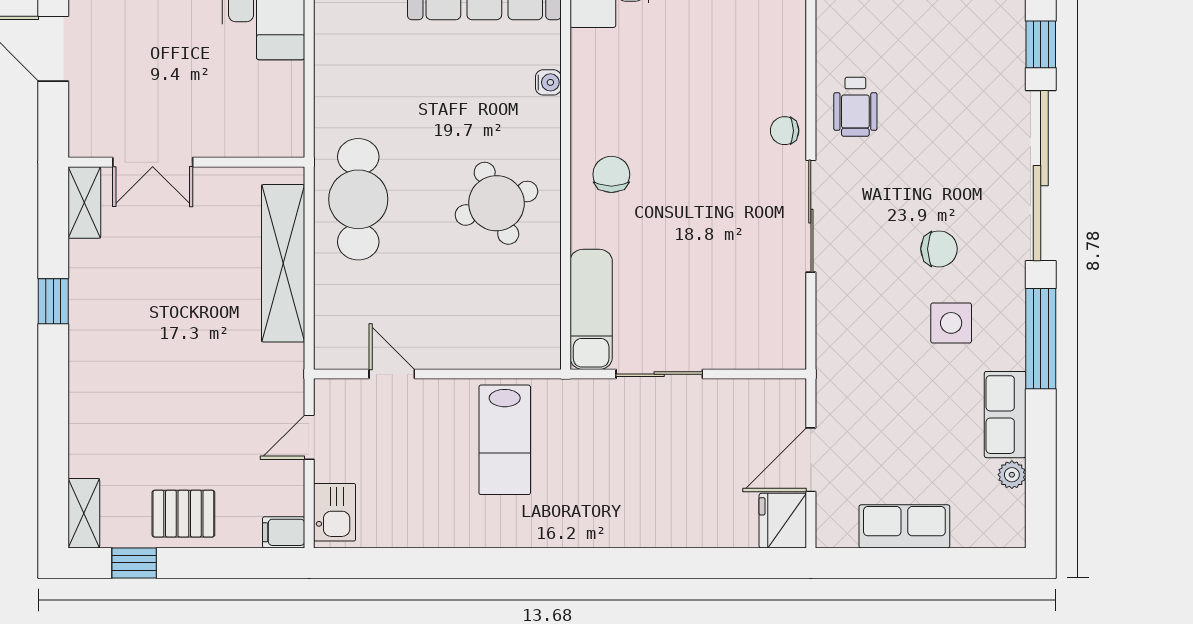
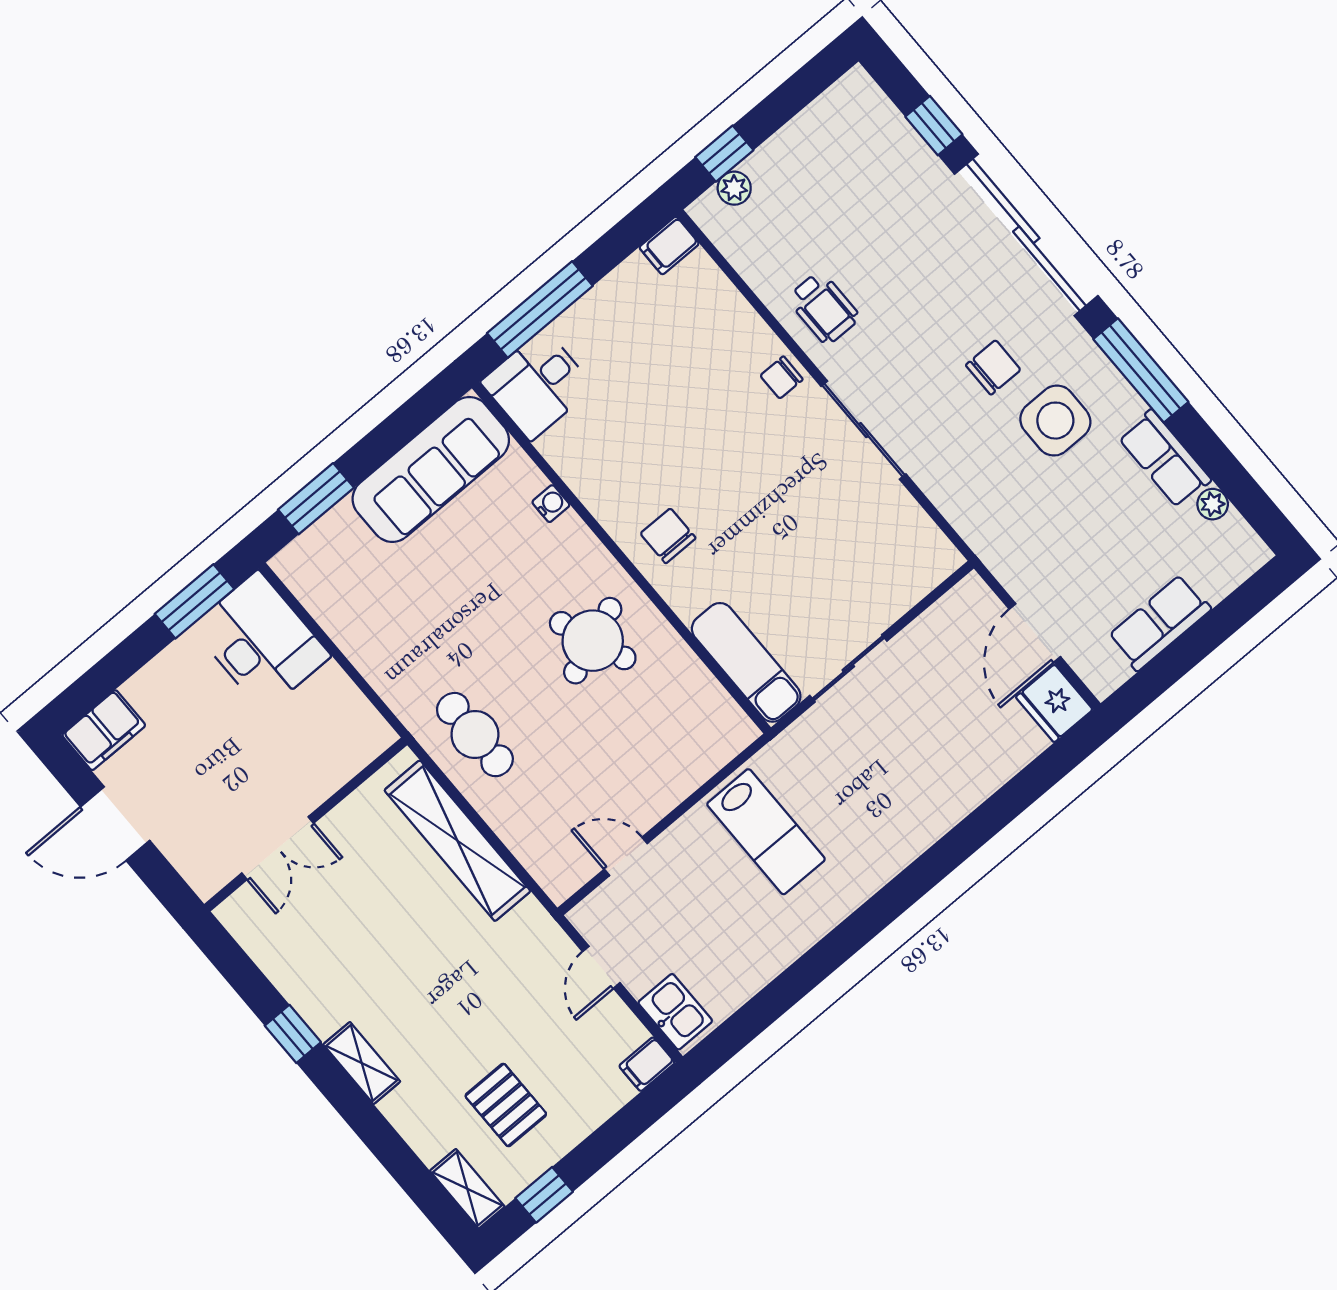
cafe table: (358, 199) -> (475, 735), width x0.73, depth x0.74
shelving: (84, 203) -> (362, 1063), moved
side table: (951, 323) -> (1055, 421), width x1.37, depth x1.37
pallet: (183, 514) -> (506, 1105), moved, turned 90

